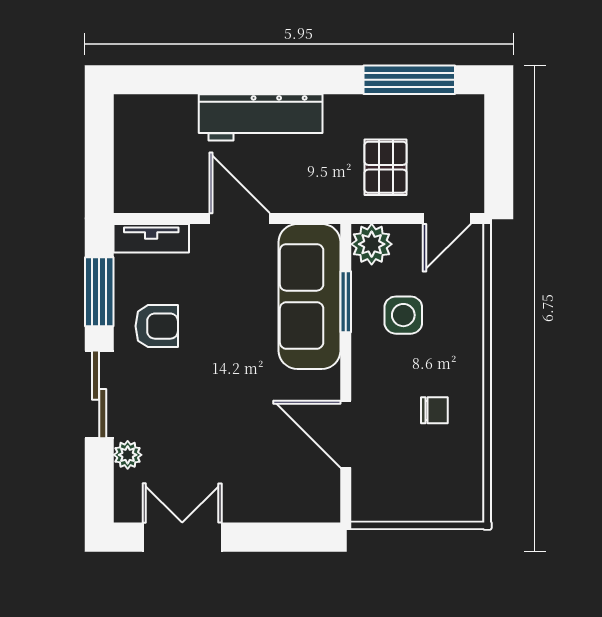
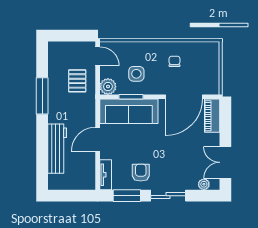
window: (409, 80) -> (42, 96), moved
workbench: (261, 117) -> (57, 149), moved
pallet: (386, 167) -> (77, 81), turned 90
door: (346, 434) -> (184, 97), width x1.36
plant: (128, 455) -> (204, 184), moved
piano: (299, 504) -> (212, 116), added

